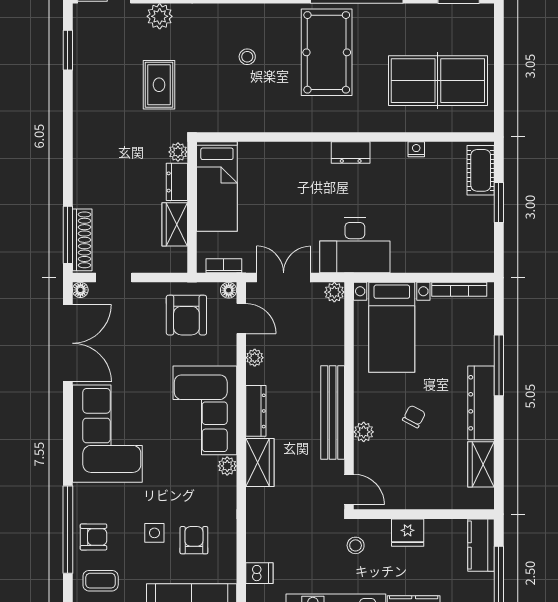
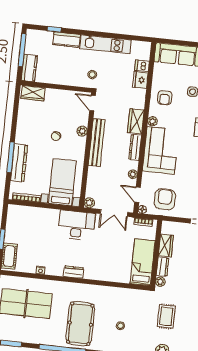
dresser: (481, 403) -> (19, 163), moved
wardrobe: (481, 464) -> (33, 93), moved, turned 90
fridge: (408, 533) -> (140, 80), moved, turned -90
armchair: (194, 540) -> (165, 98), moved

